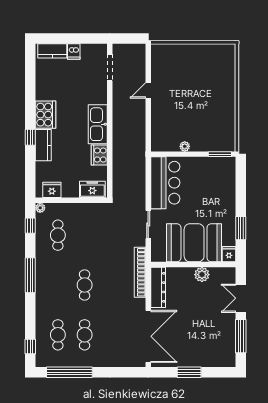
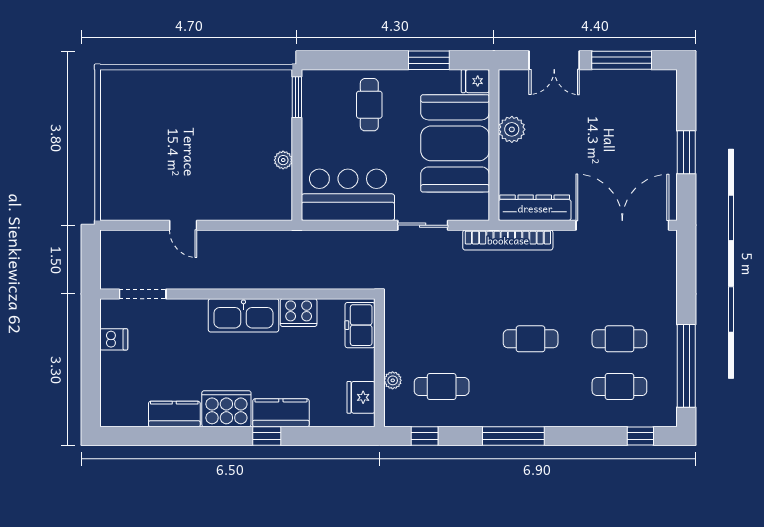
kitchen counter: (52, 51) -> (174, 414), moved, turned -90
dishwasher: (74, 52) -> (114, 339), moved
cafe table: (216, 195) -> (369, 105), added
plant: (40, 208) -> (393, 380), moved

